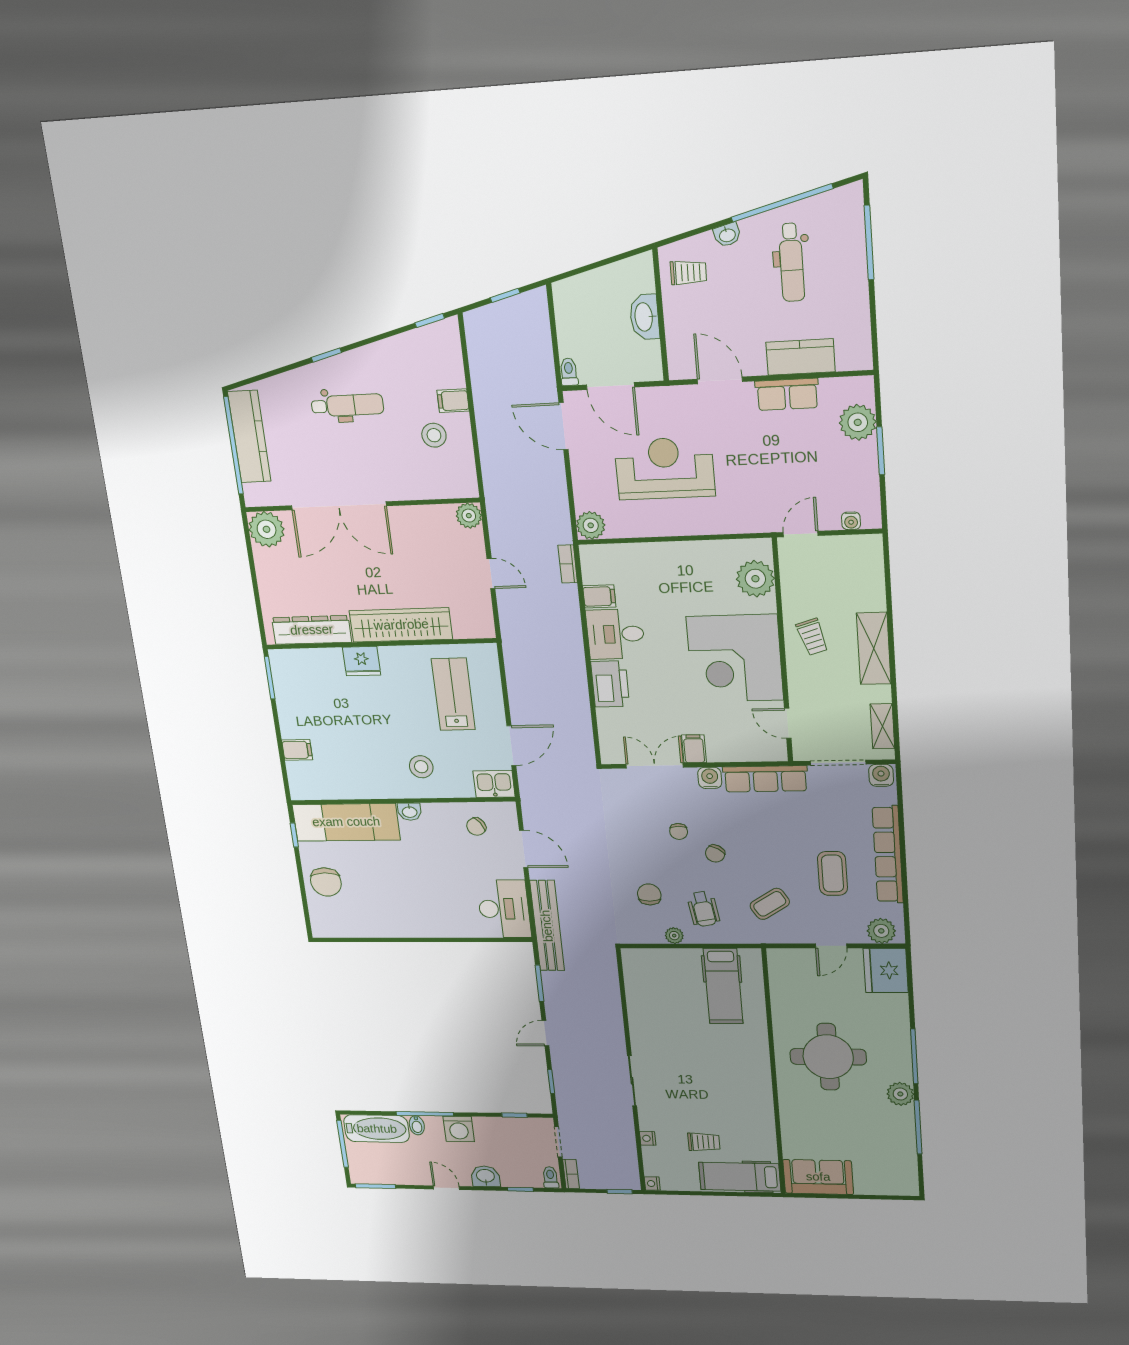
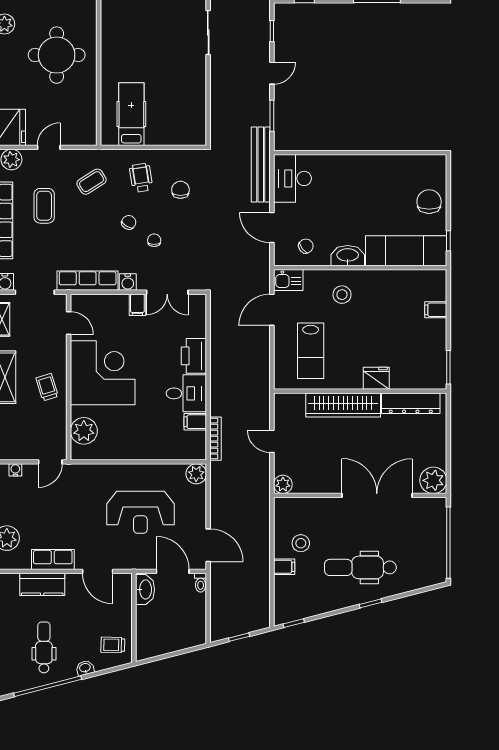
washbasin: (644, 317) -> (145, 589), moved
dental chair: (347, 405) -> (360, 567), width x1.36, depth x1.38
kitchen counter: (249, 437) -> (436, 549), removed
bookcase: (568, 564) -> (216, 439), width x1.56
washbasin: (410, 812) -> (348, 256), width x1.91, depth x1.45
chair: (649, 894) -> (180, 190), turned 180
plant: (674, 936) -> (165, 156), removed

